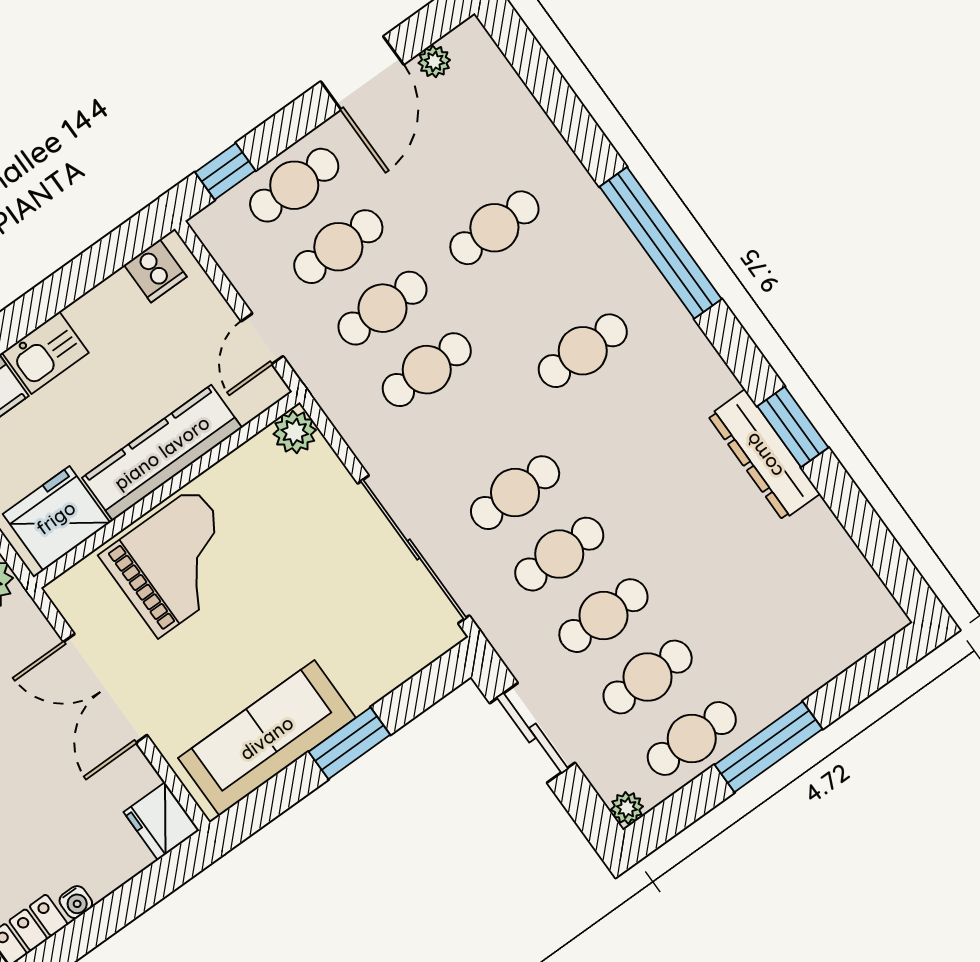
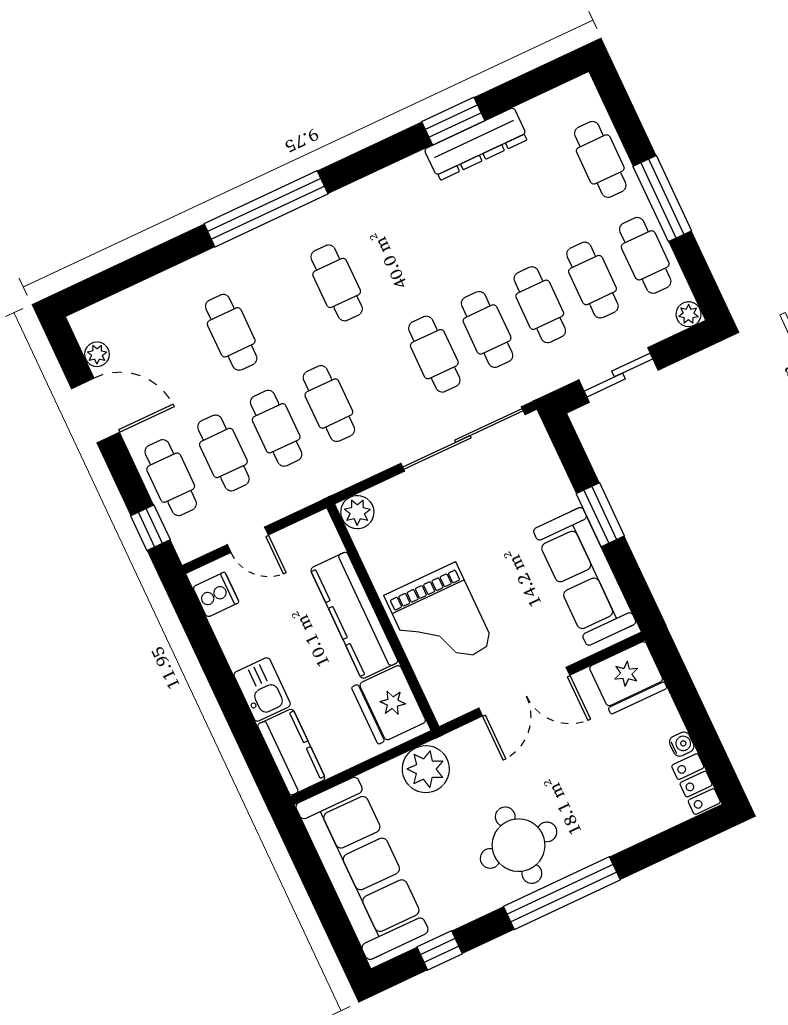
door: (262, 339) -> (248, 540), moved
window: (793, 427) -> (453, 121), moved
dresser: (764, 455) -> (476, 144), moved
grand piano: (176, 562) -> (439, 620), turned 180
cafe table: (804, 658) -> (600, 159), added
fridge: (161, 821) -> (628, 678), width x1.36, depth x1.34

